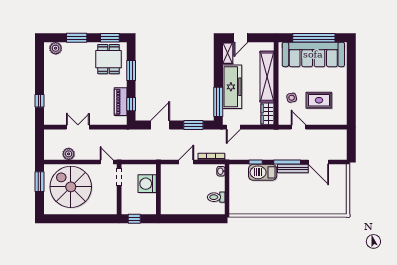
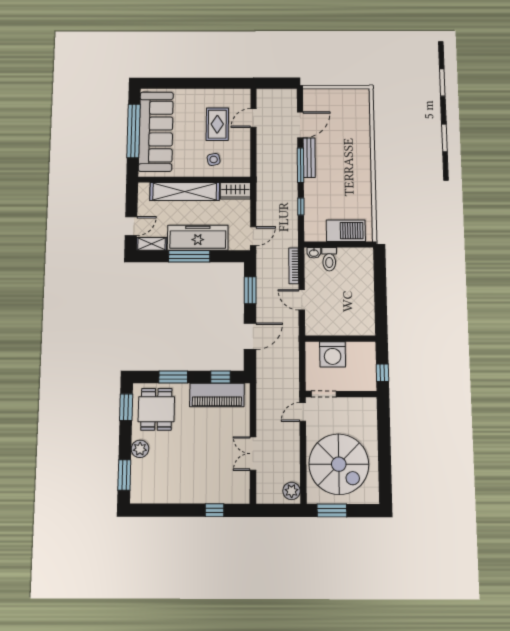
window: (77, 38) -> (124, 475), moved
door: (241, 38) -> (131, 226), hinge flipped
plant: (56, 48) -> (140, 449), moved
dining table: (108, 59) -> (156, 409), turned 90
piano: (121, 102) -> (217, 395), width x1.37, depth x1.33
window: (218, 102) -> (189, 256), moved
door: (160, 125) -> (250, 336), swing flipped
door: (233, 127) -> (253, 236), hinge flipped
door: (299, 127) -> (253, 118), moved
plant: (69, 154) -> (292, 491), moved
barbecue: (263, 172) -> (346, 231), moved, turned -90
spiral stairs: (71, 187) -> (339, 464), turned -90
toilet: (216, 197) -> (329, 259), moved

